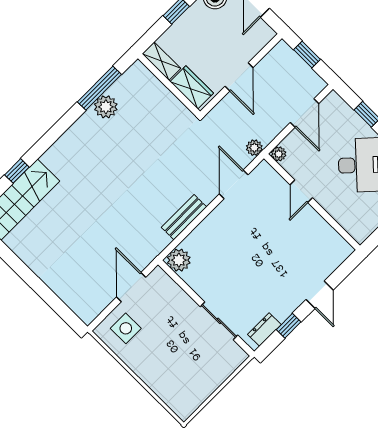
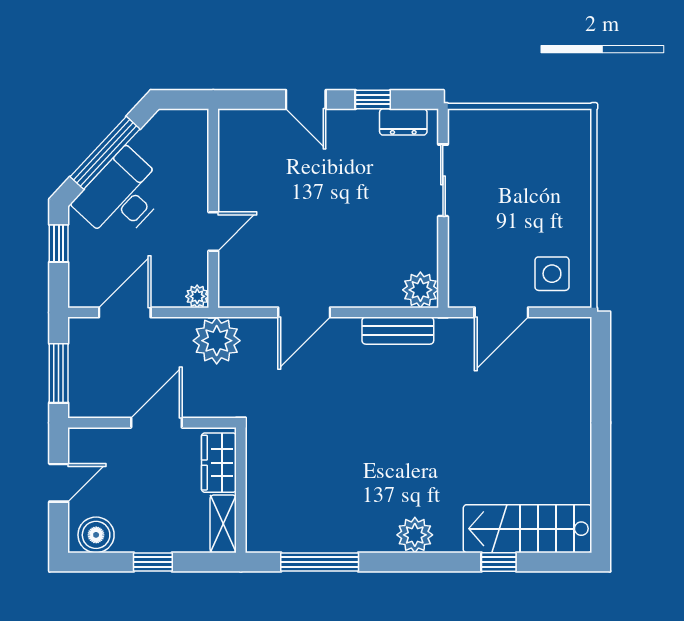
window: (307, 54) -> (59, 373), width x1.50
plant: (106, 107) -> (415, 535), moved
plant: (254, 148) -> (217, 341), width x1.88, depth x1.88
door: (234, 184) -> (304, 312), moved
bench: (184, 217) -> (398, 331), moved
door: (320, 295) -> (306, 100), swing flipped

